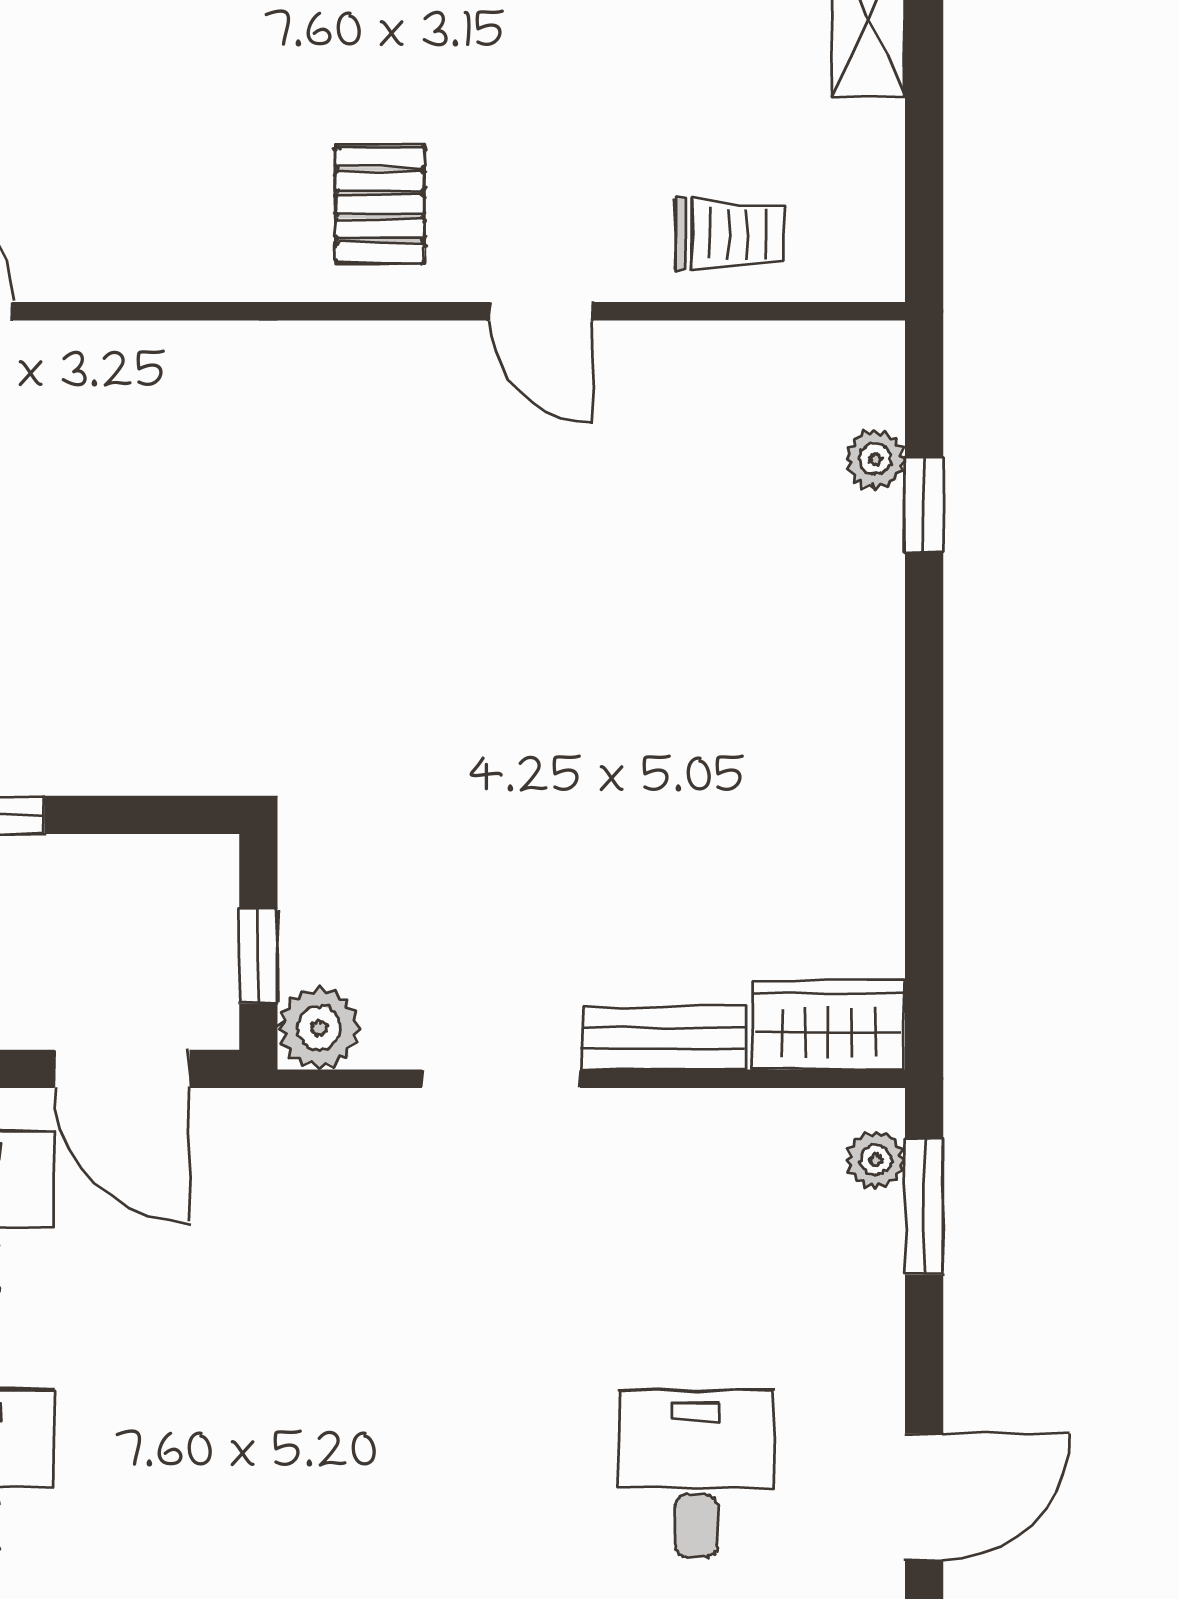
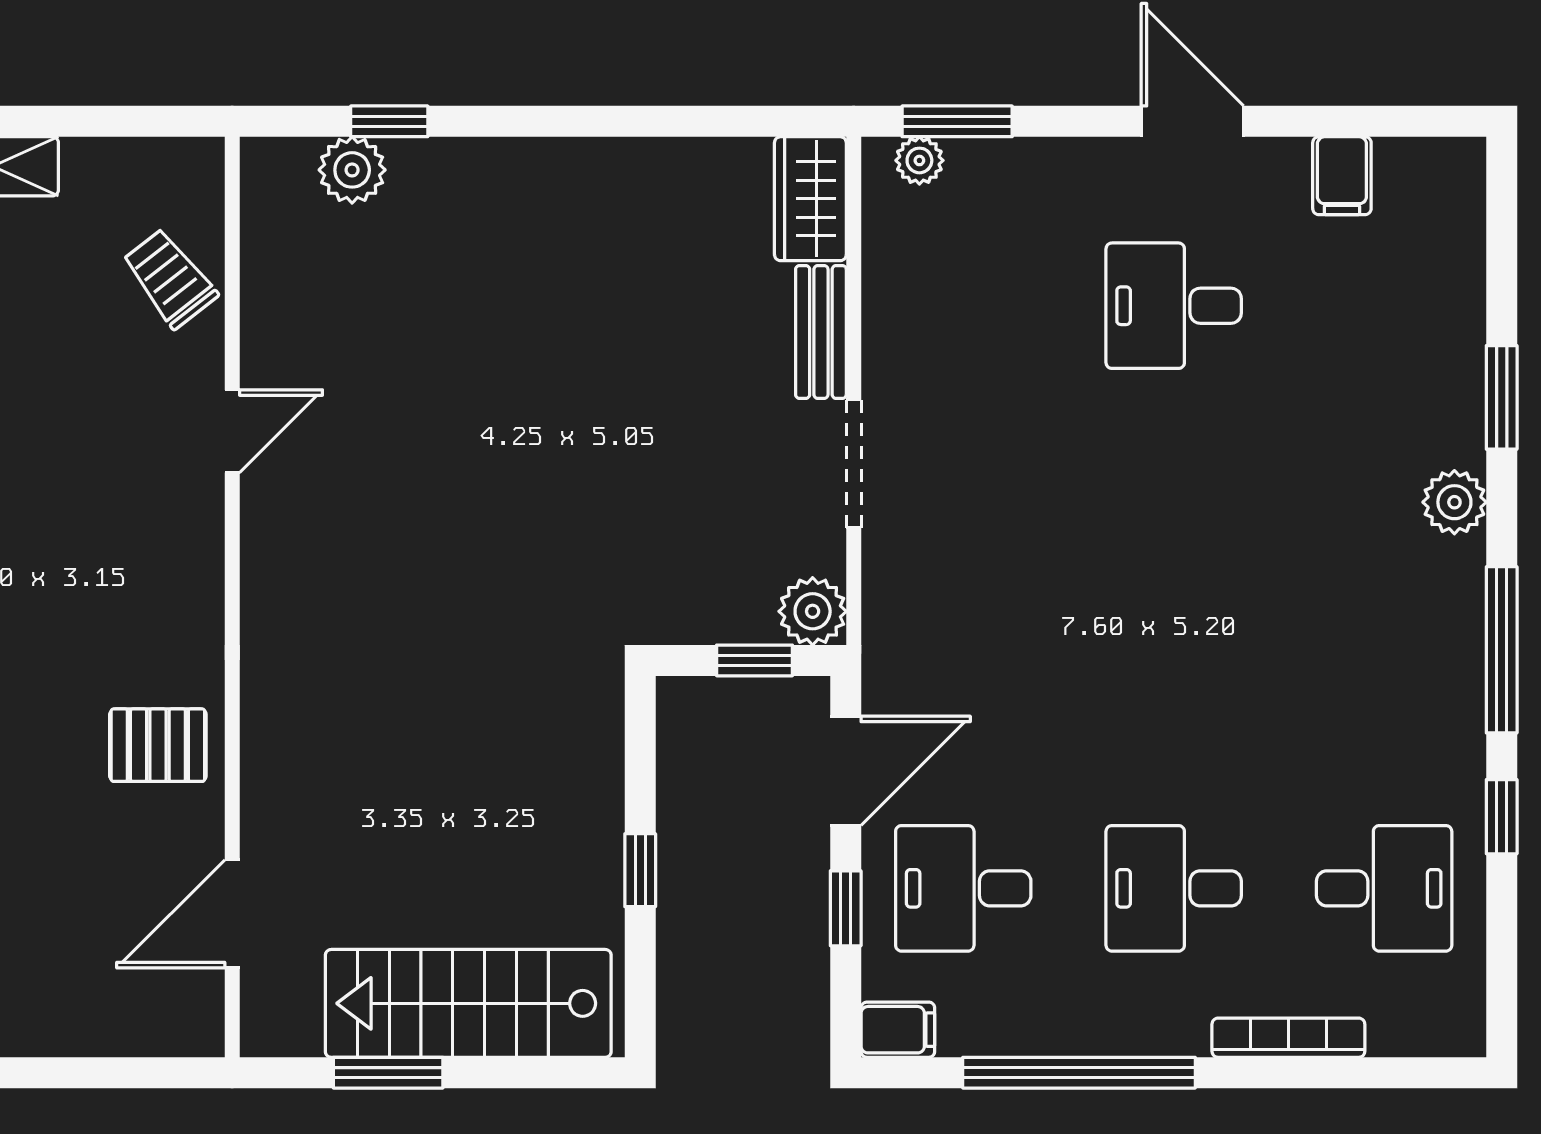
pallet: (380, 205) -> (158, 745), moved
trolley: (730, 234) -> (170, 278), turned -38
plant: (875, 459) -> (352, 170), width x1.38, depth x1.38

